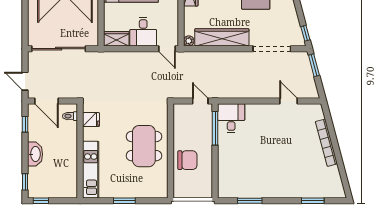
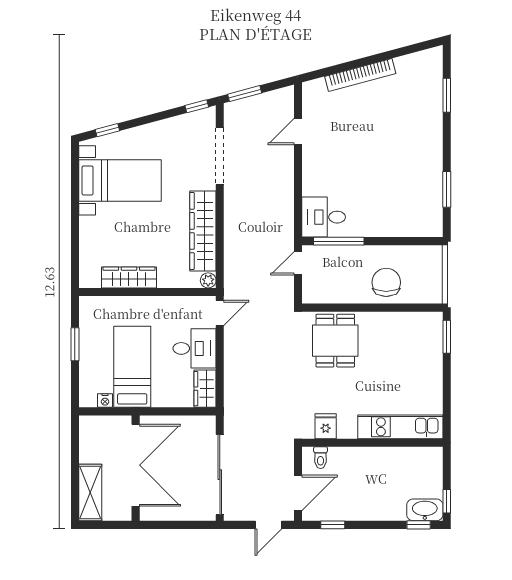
dining table: (144, 146) -> (335, 341), moved, width x0.73
washbasin: (35, 154) -> (425, 510), moved
window: (124, 201) -> (447, 337), moved

